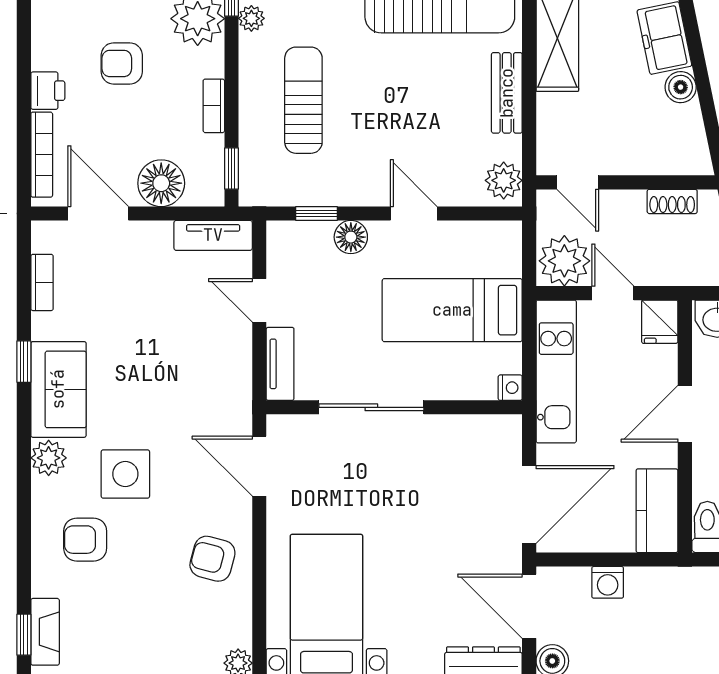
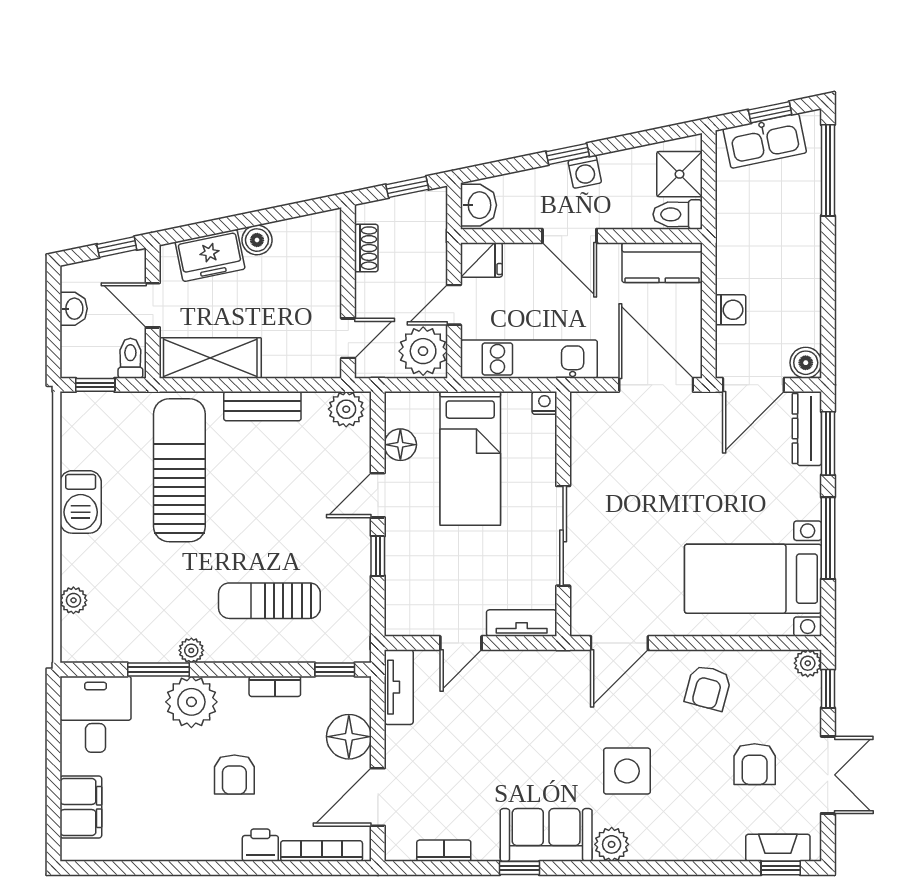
window: (317, 213) -> (378, 556), moved
floor lamp: (351, 237) -> (400, 445), moved
armchair: (85, 540) -> (755, 764), moved

